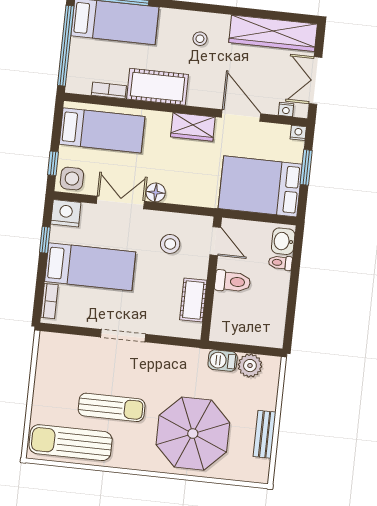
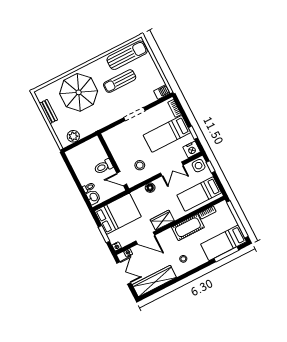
floor lamp: (156, 192) -> (150, 188), moved
cot: (193, 300) -> (115, 148), removed
barbecue: (223, 361) -> (162, 92), moved

